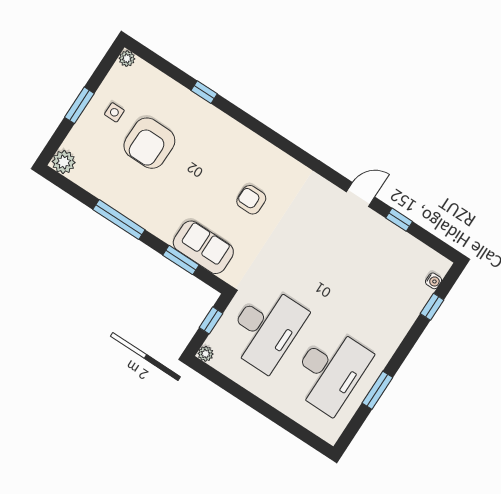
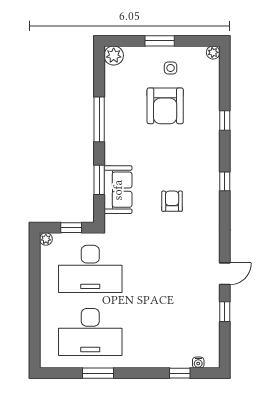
window: (266, 133) -> (225, 181), added
armchair: (149, 143) -> (165, 106), turned -90
door: (361, 194) -> (225, 274), hinge flipped

